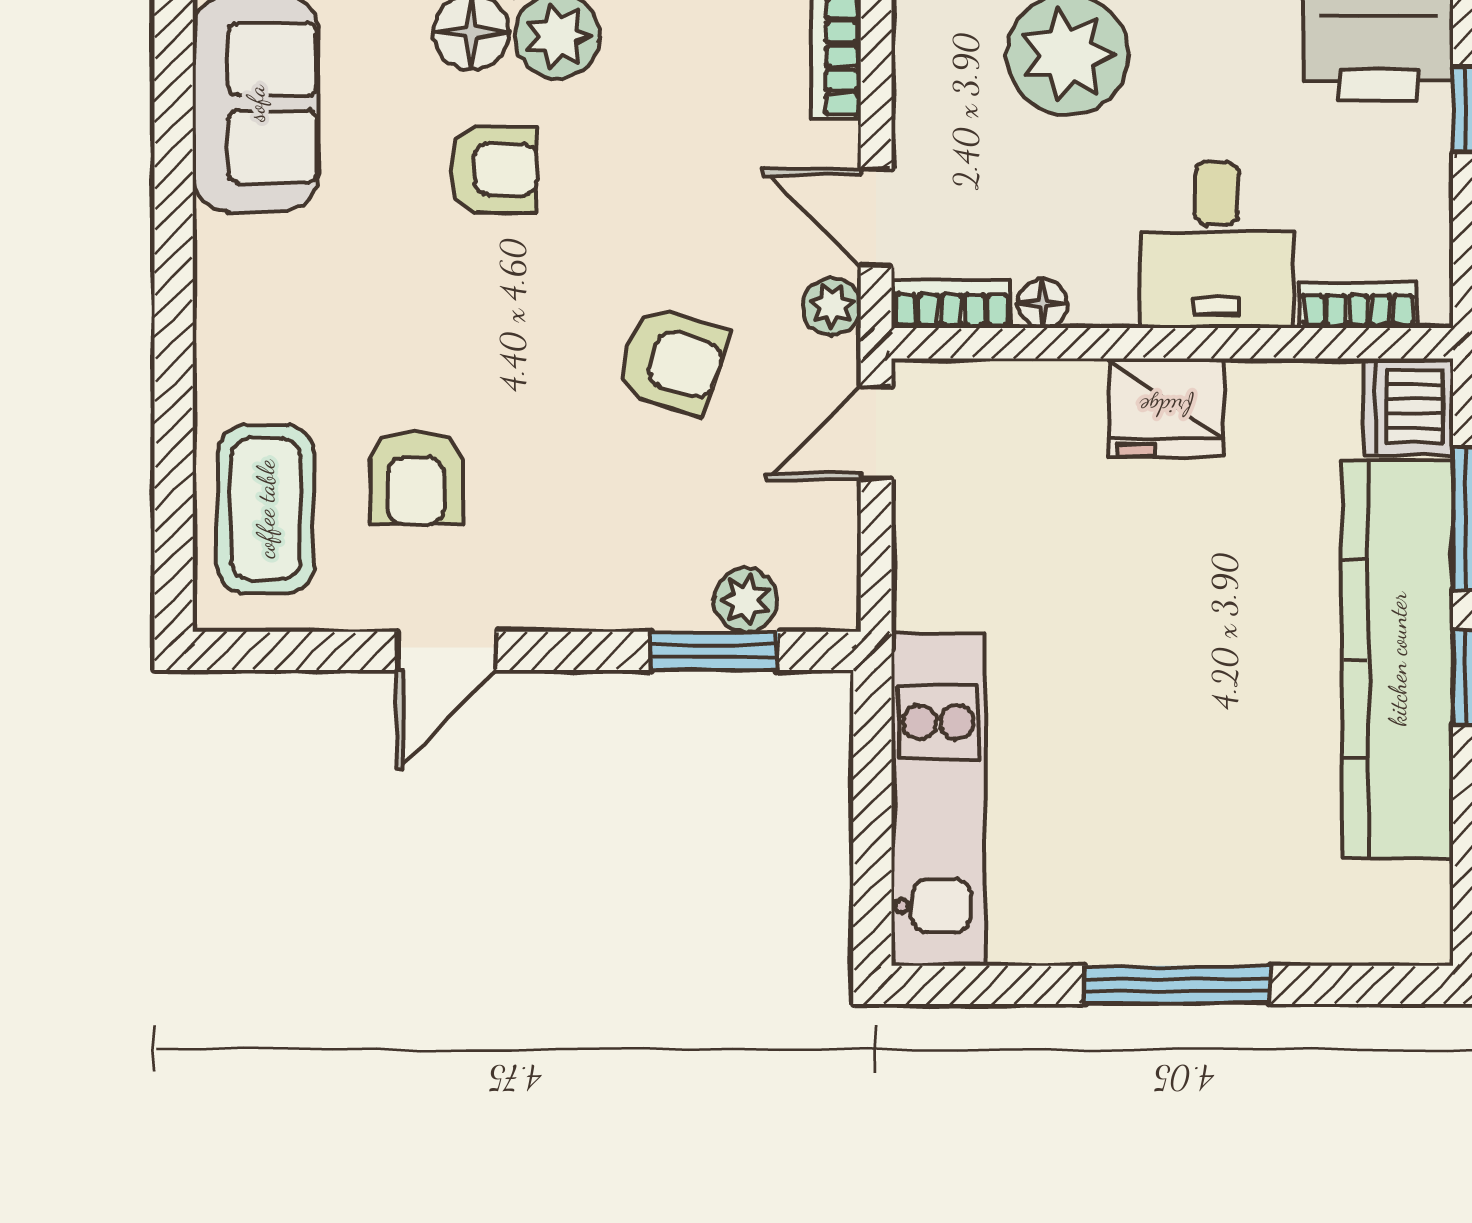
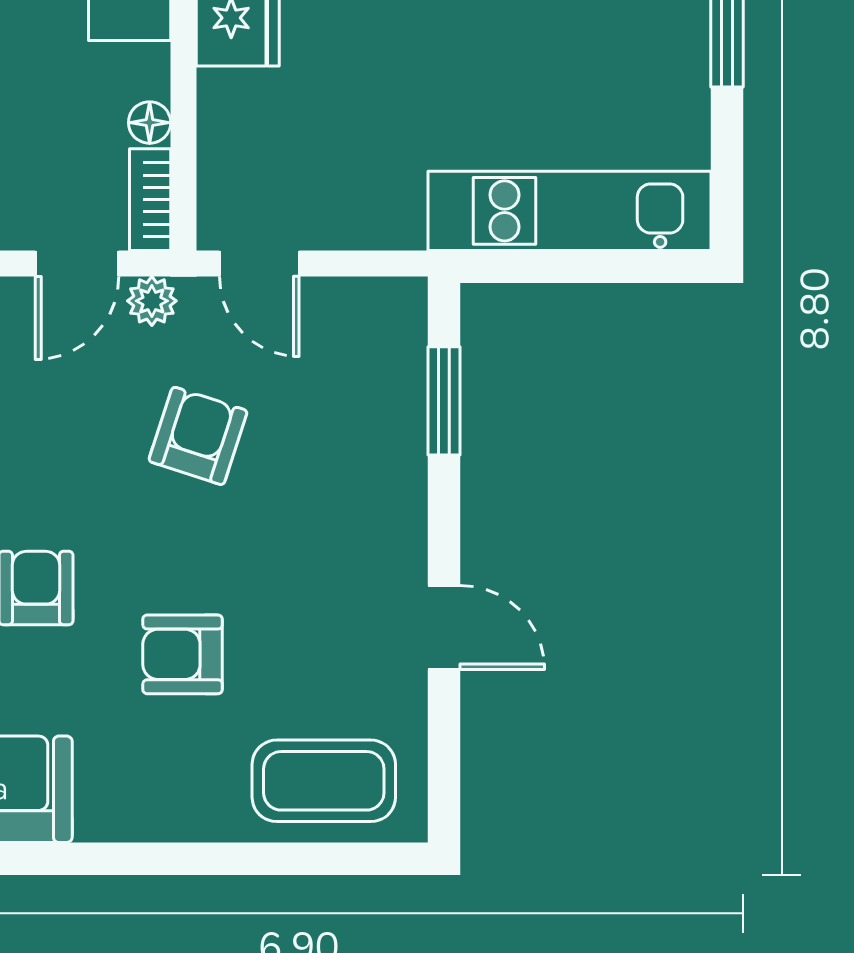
armchair: (416, 477) -> (183, 654), moved, turned 180
plant: (745, 600) -> (401, 374), removed

